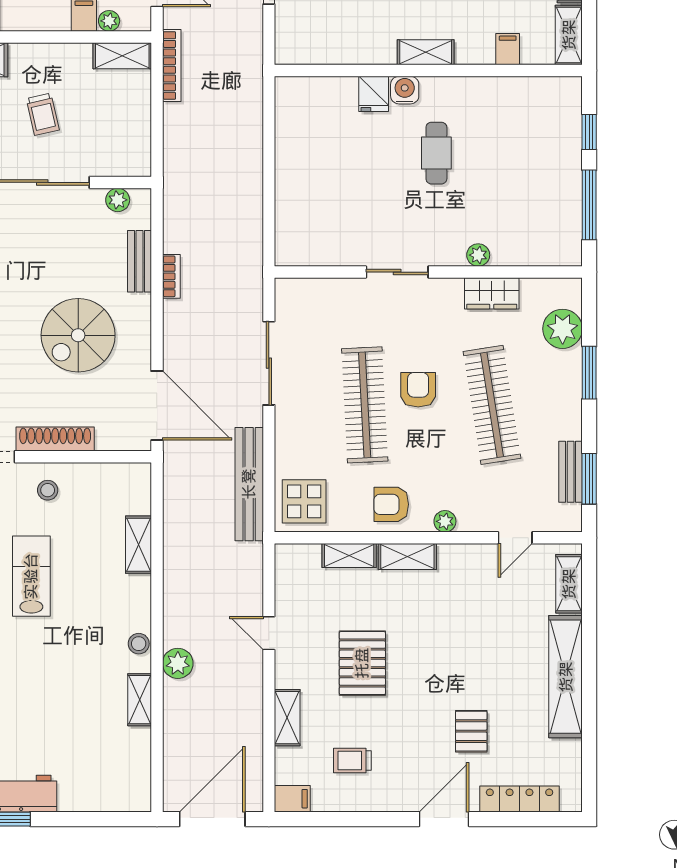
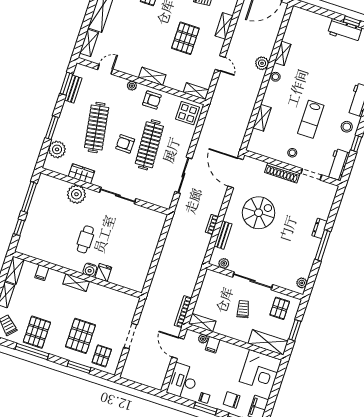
plant: (478, 255) -> (76, 194), width x1.88, depth x1.88
sliding door: (397, 272) -> (118, 195), width x1.37
armchair: (418, 390) -> (125, 144), turned 91
bench: (249, 484) -> (208, 128), removed
shelving: (349, 556) -> (196, 91), moved

